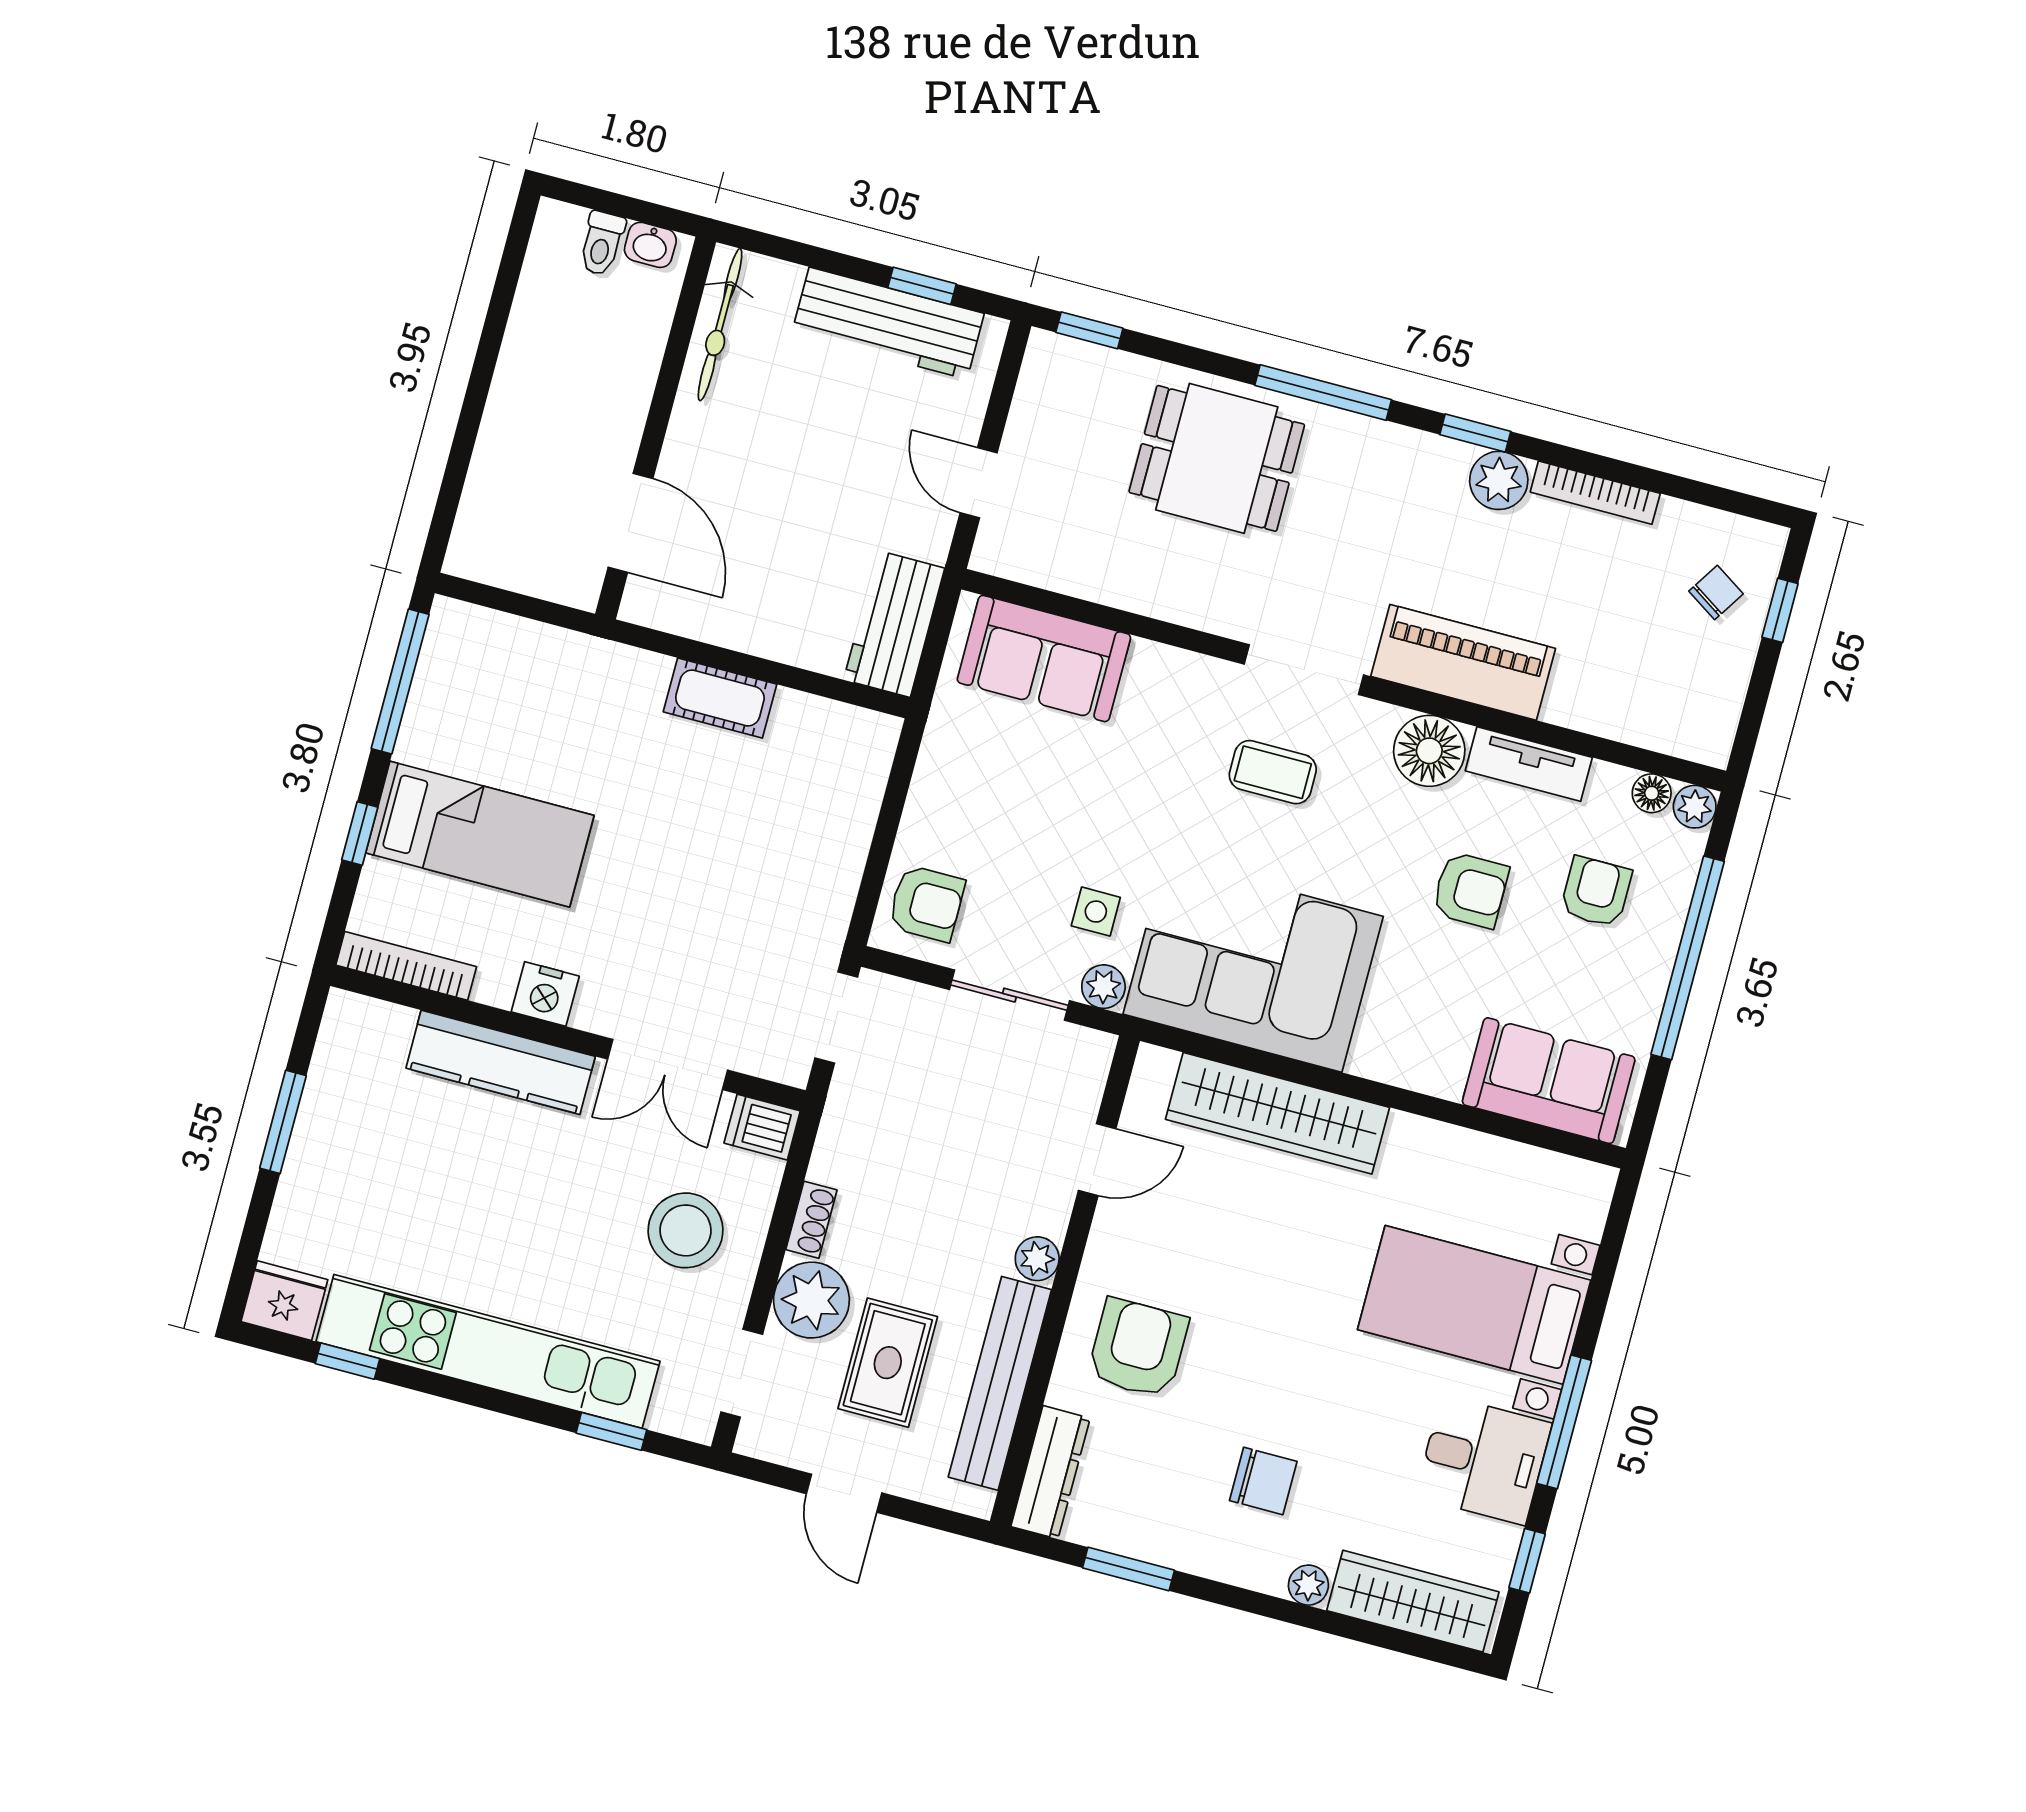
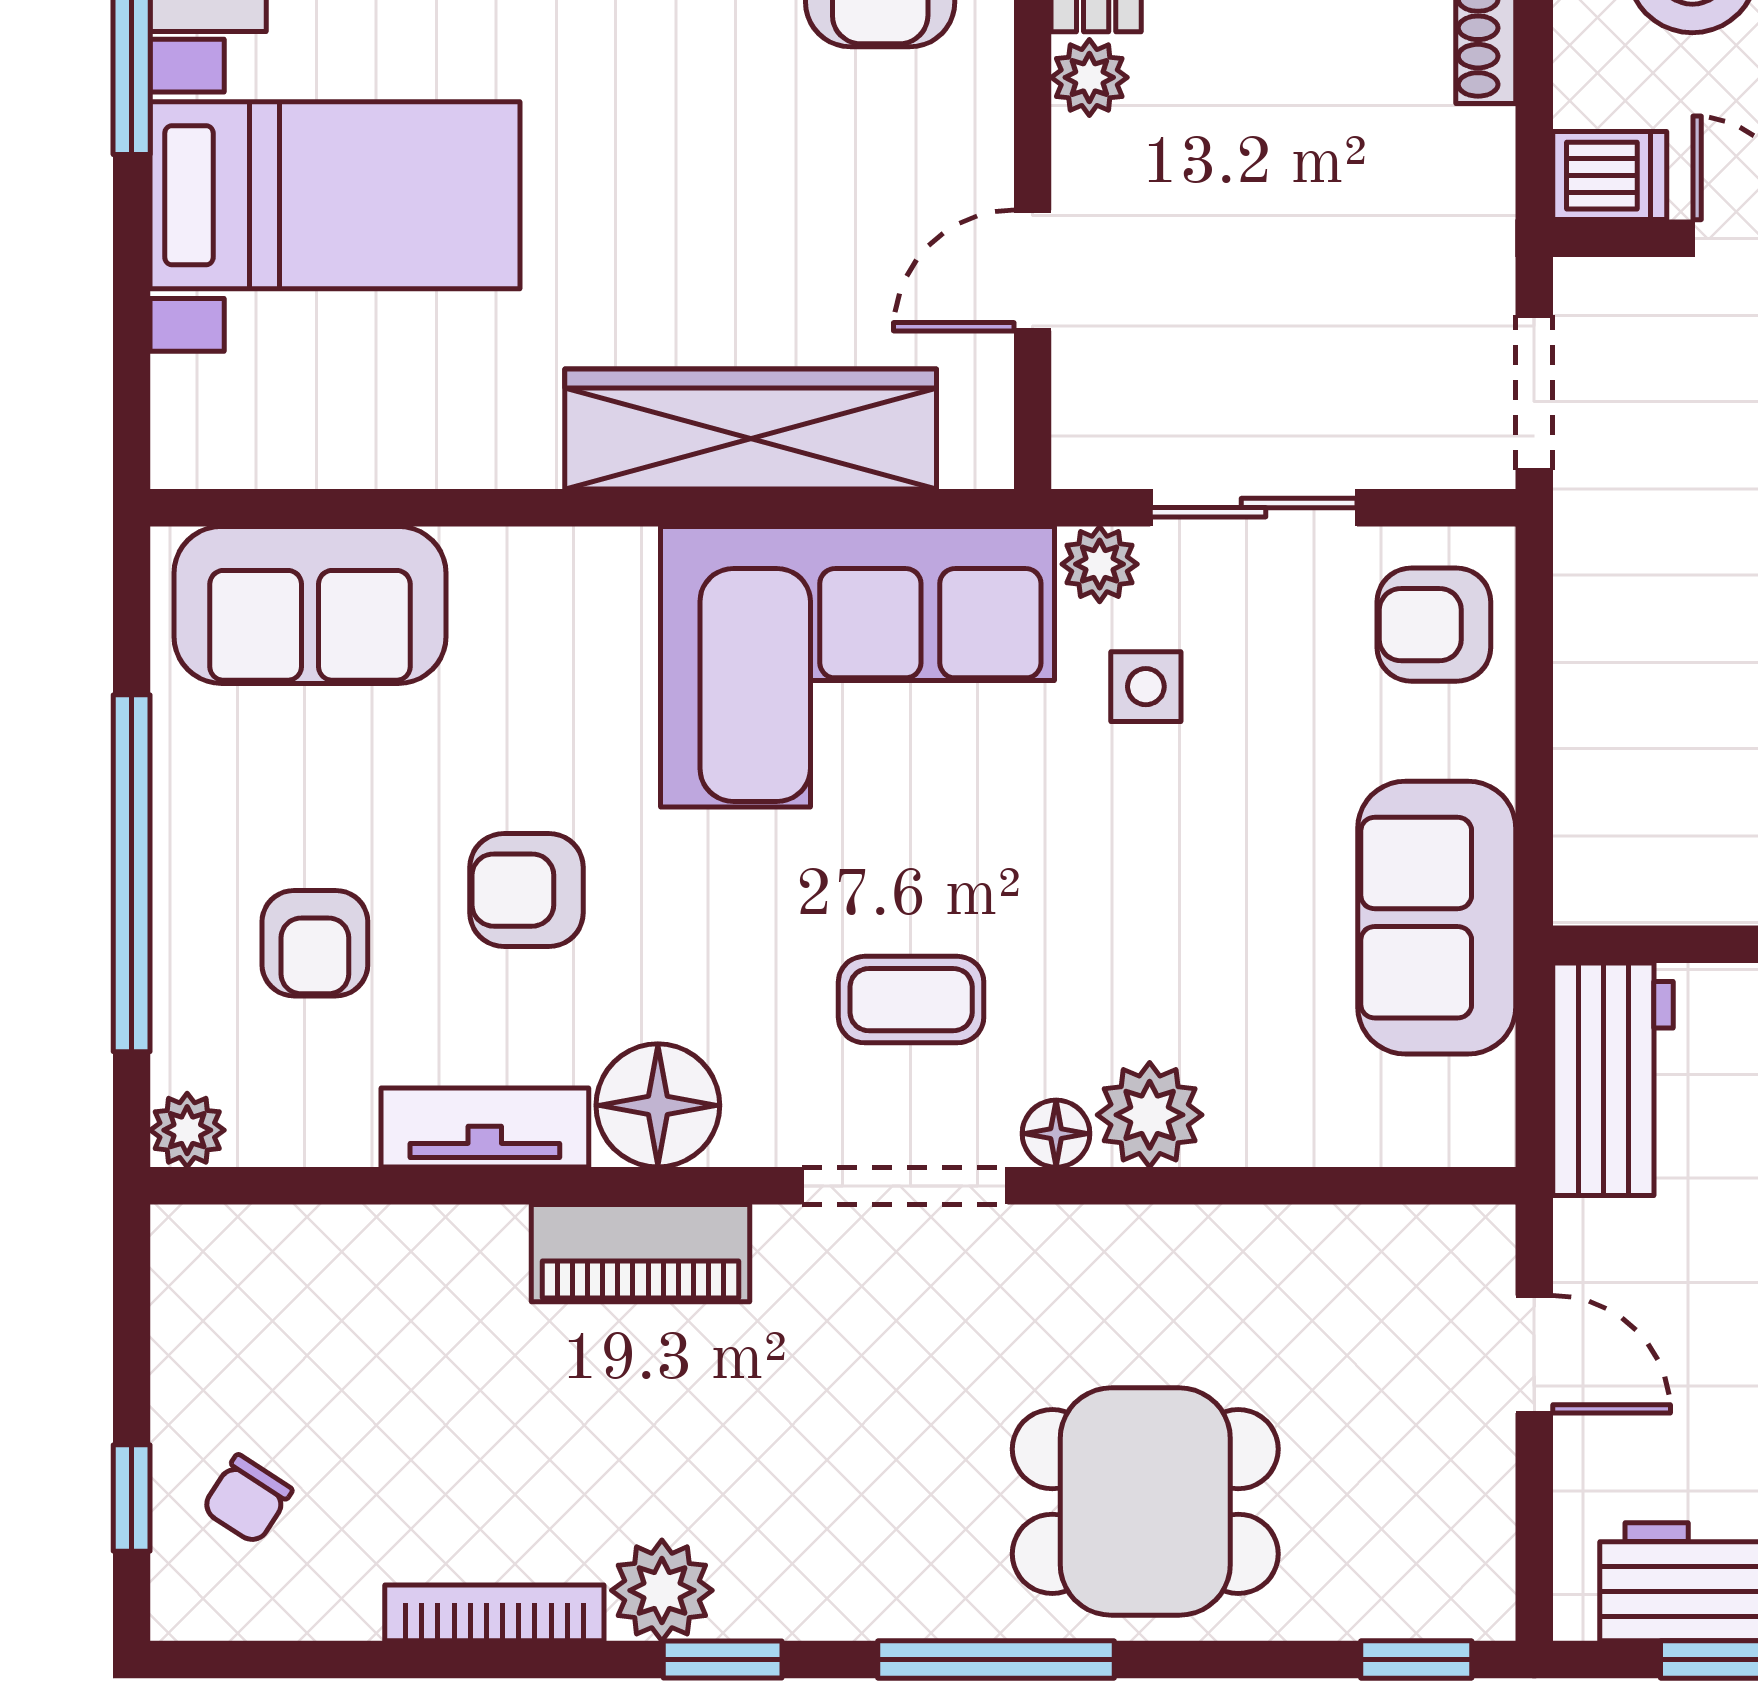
sofa: (1044, 658) -> (1437, 918), moved, turned -90
piano: (1463, 662) -> (640, 1253), width x0.73, depth x0.75
plant: (1157, 673) -> (1150, 1115), added
floor lamp: (1652, 793) -> (1056, 1134), moved

